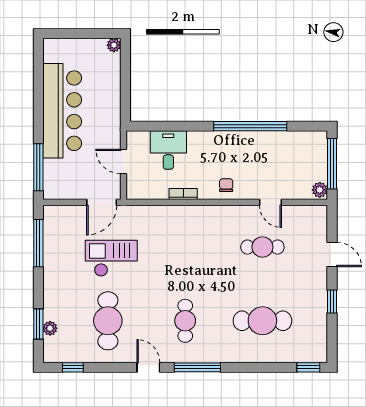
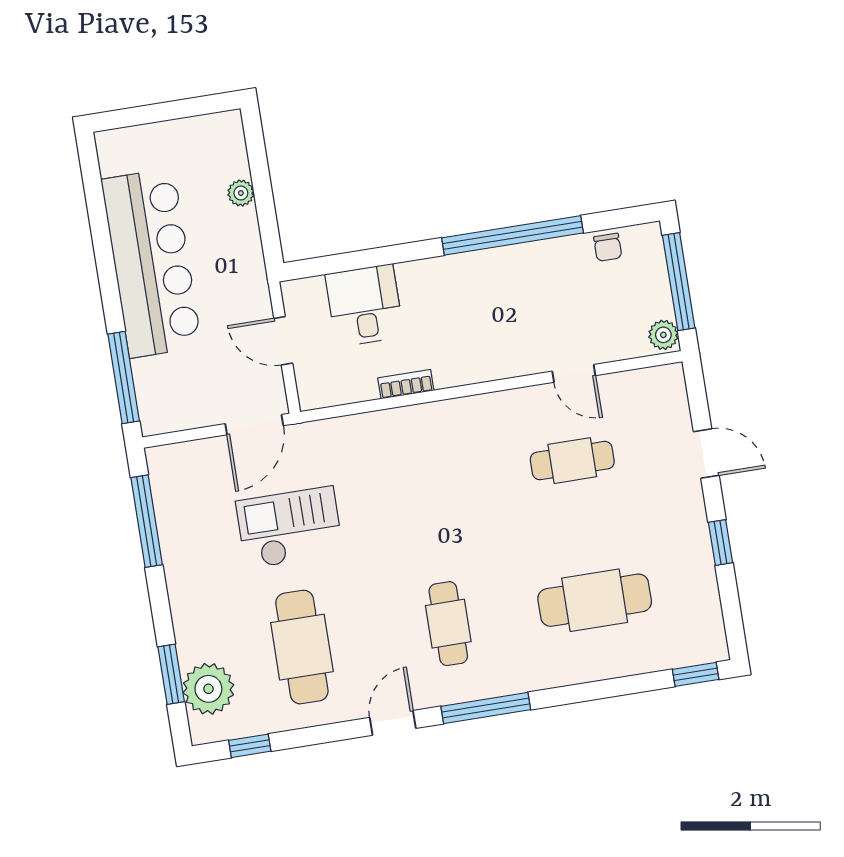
plant: (114, 45) -> (241, 193), moved
chair: (226, 185) -> (608, 247), moved, turned 180
plant: (50, 328) -> (208, 689), width x1.88, depth x1.88
door: (148, 367) -> (393, 723), hinge flipped

